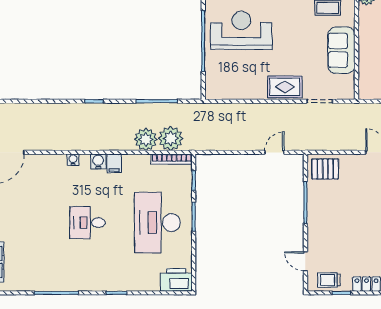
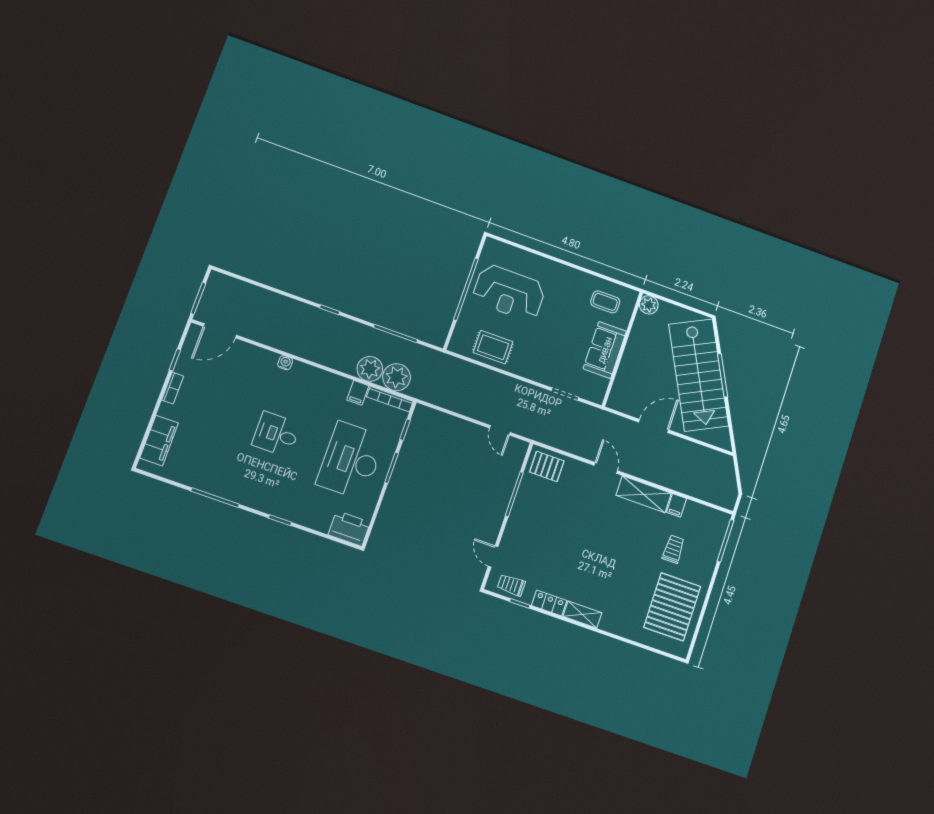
reception desk: (241, 30) -> (509, 293), turned 180
rug: (285, 87) -> (493, 347), moved
door: (274, 152) -> (500, 430), swing flipped
water cooler: (98, 161) -> (311, 374), removed
filing cabinet: (114, 163) -> (358, 393), moved

